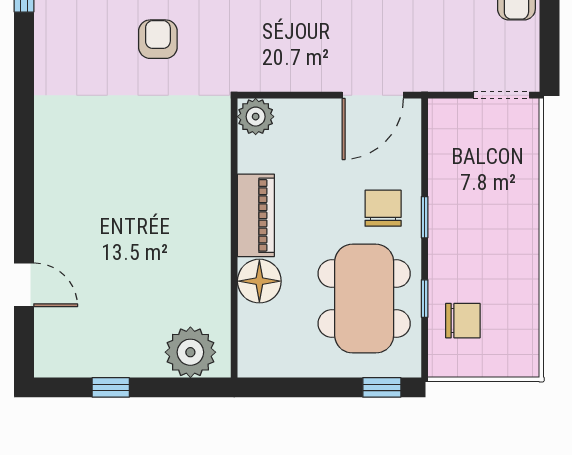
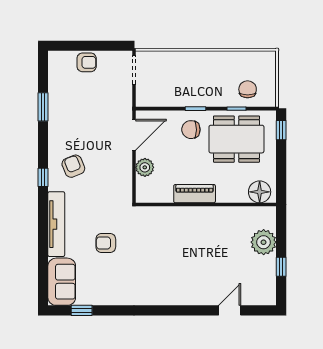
door: (373, 95) -> (134, 135), hinge flipped
plant: (256, 117) -> (145, 167), moved
floor lamp: (259, 281) -> (260, 192), moved
plant: (190, 352) -> (264, 242), moved

